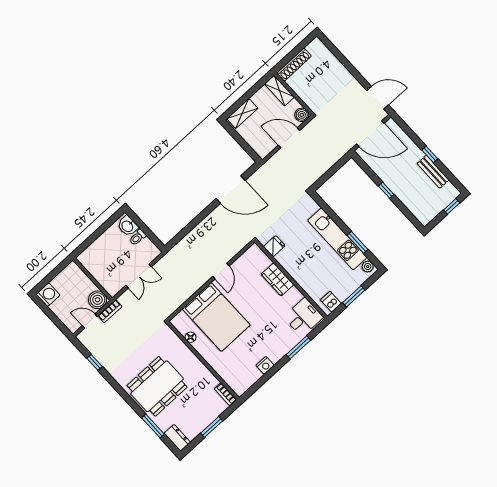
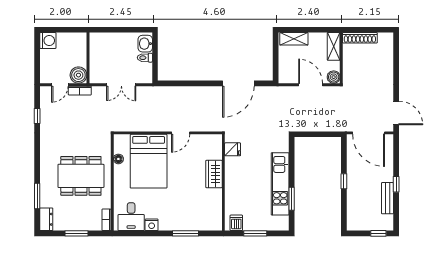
door: (231, 190) -> (238, 83), hinge flipped
plant: (368, 267) -> (283, 222), removed
desk: (303, 317) -> (131, 217), moved, turned 90
door: (90, 321) -> (60, 85), swing flipped
dining table: (157, 386) -> (81, 176), moved

